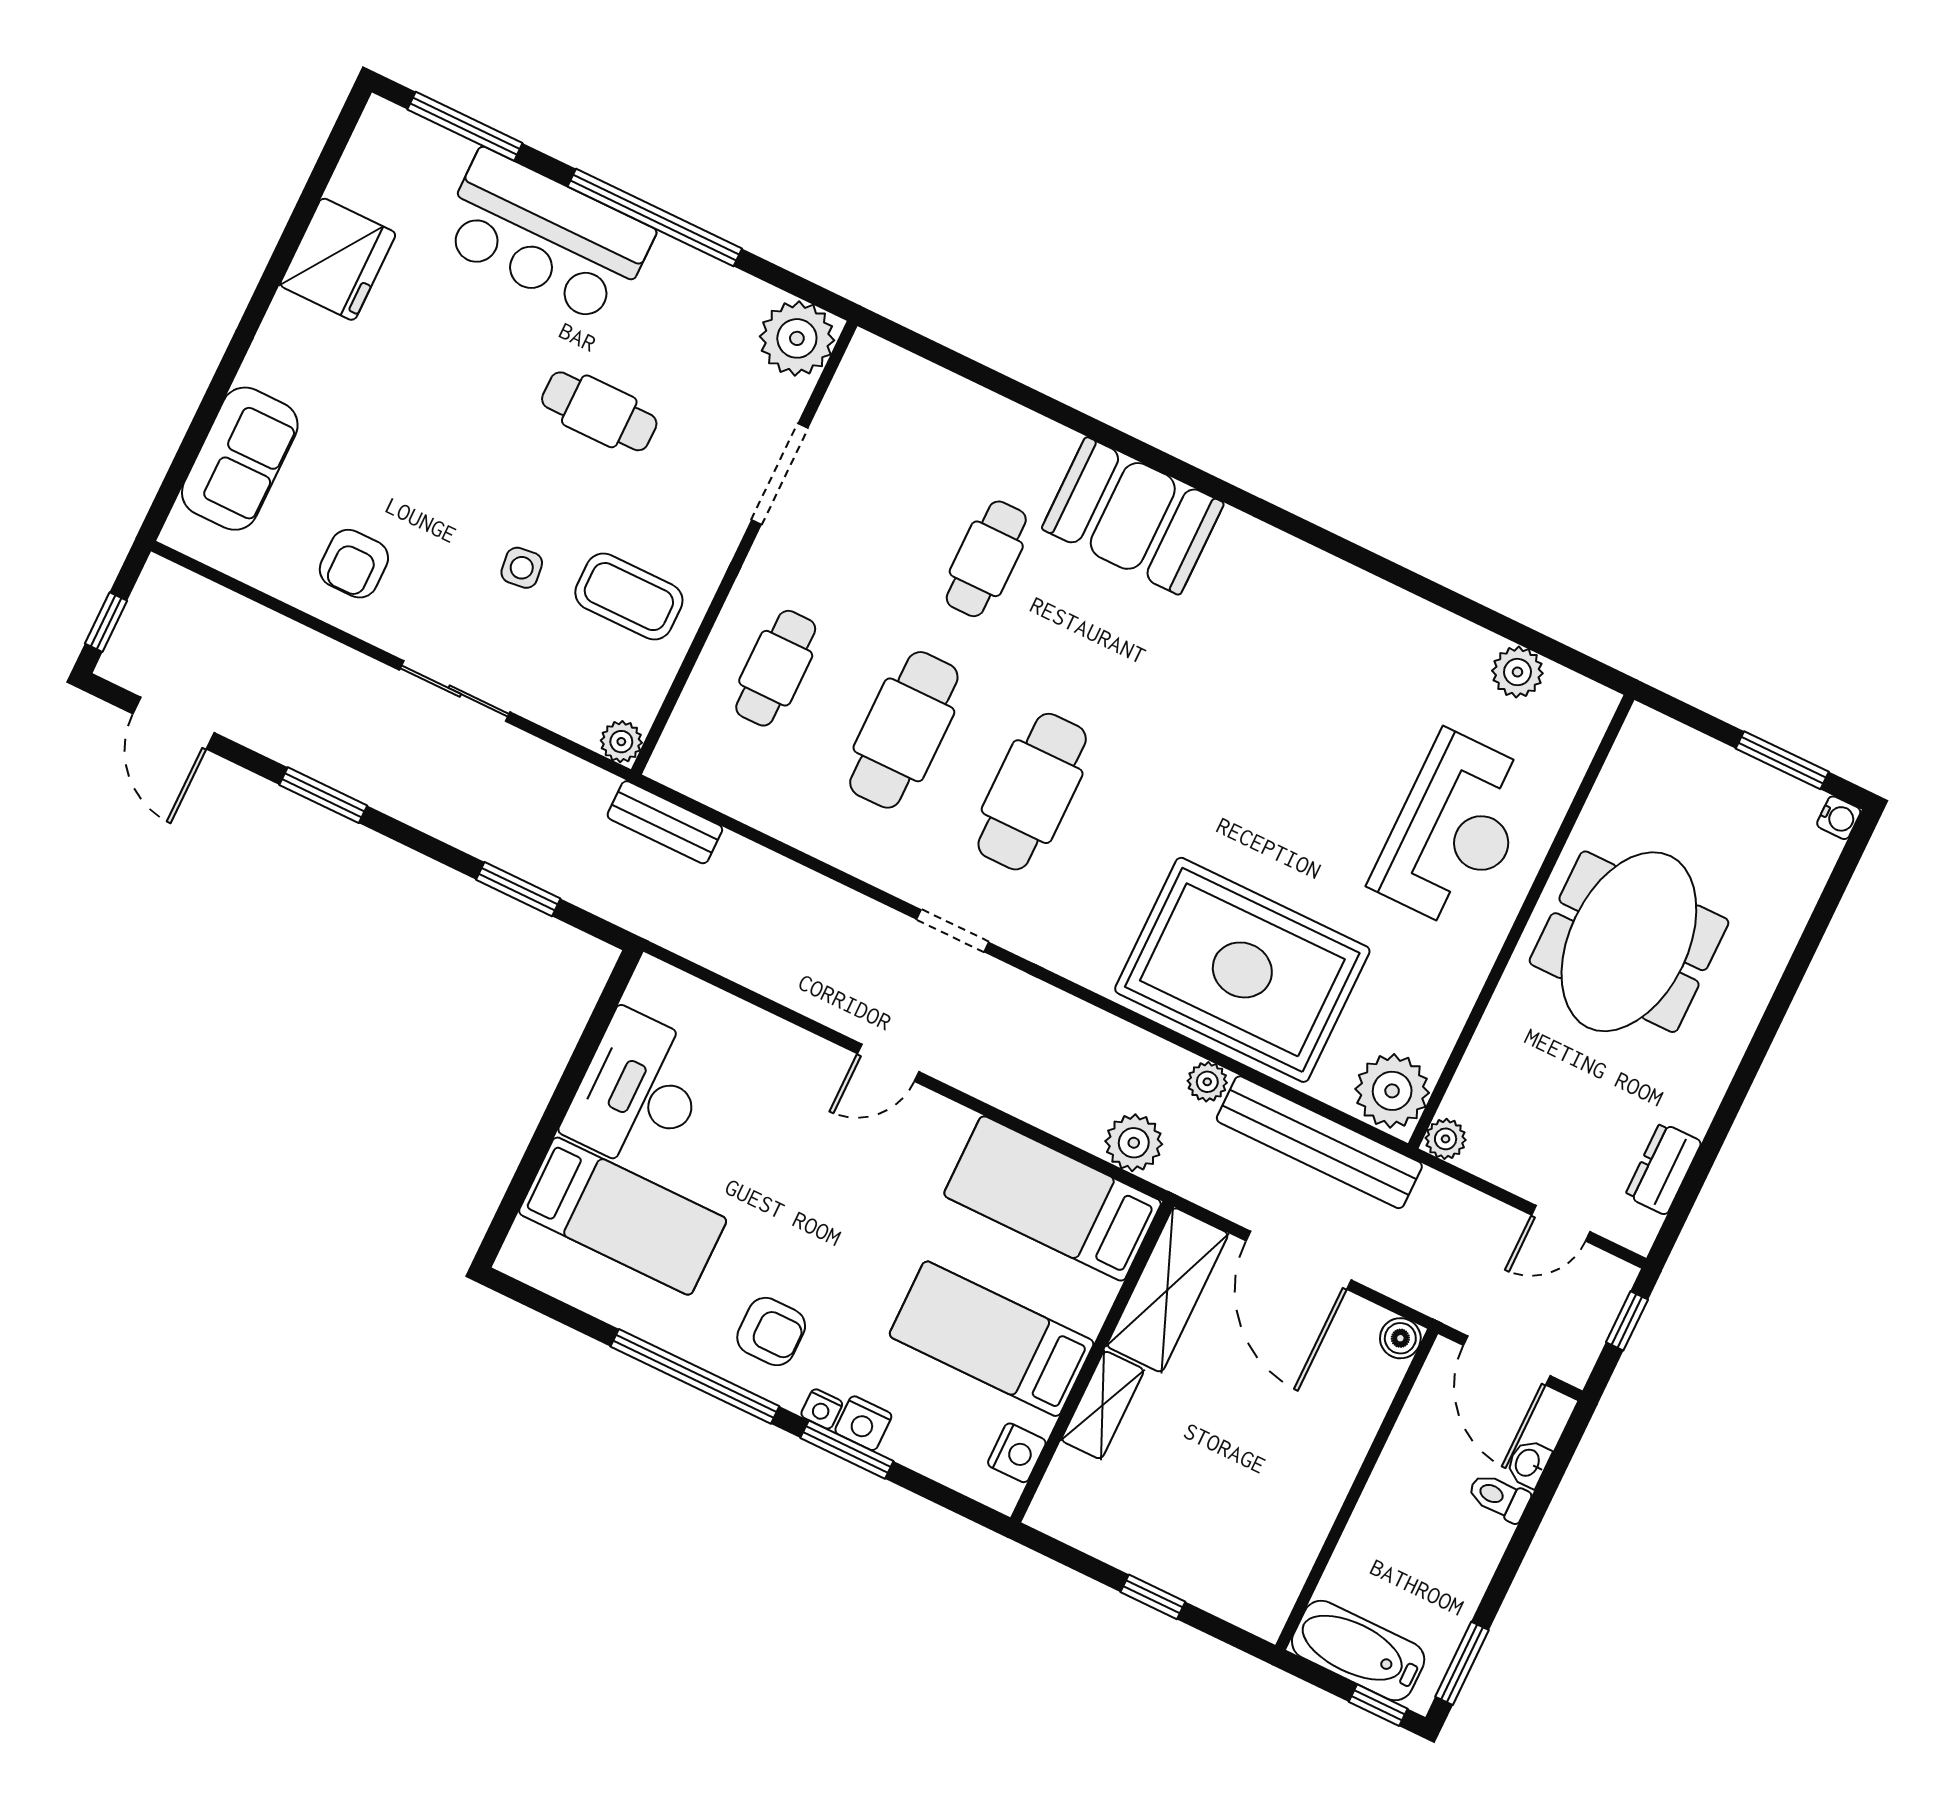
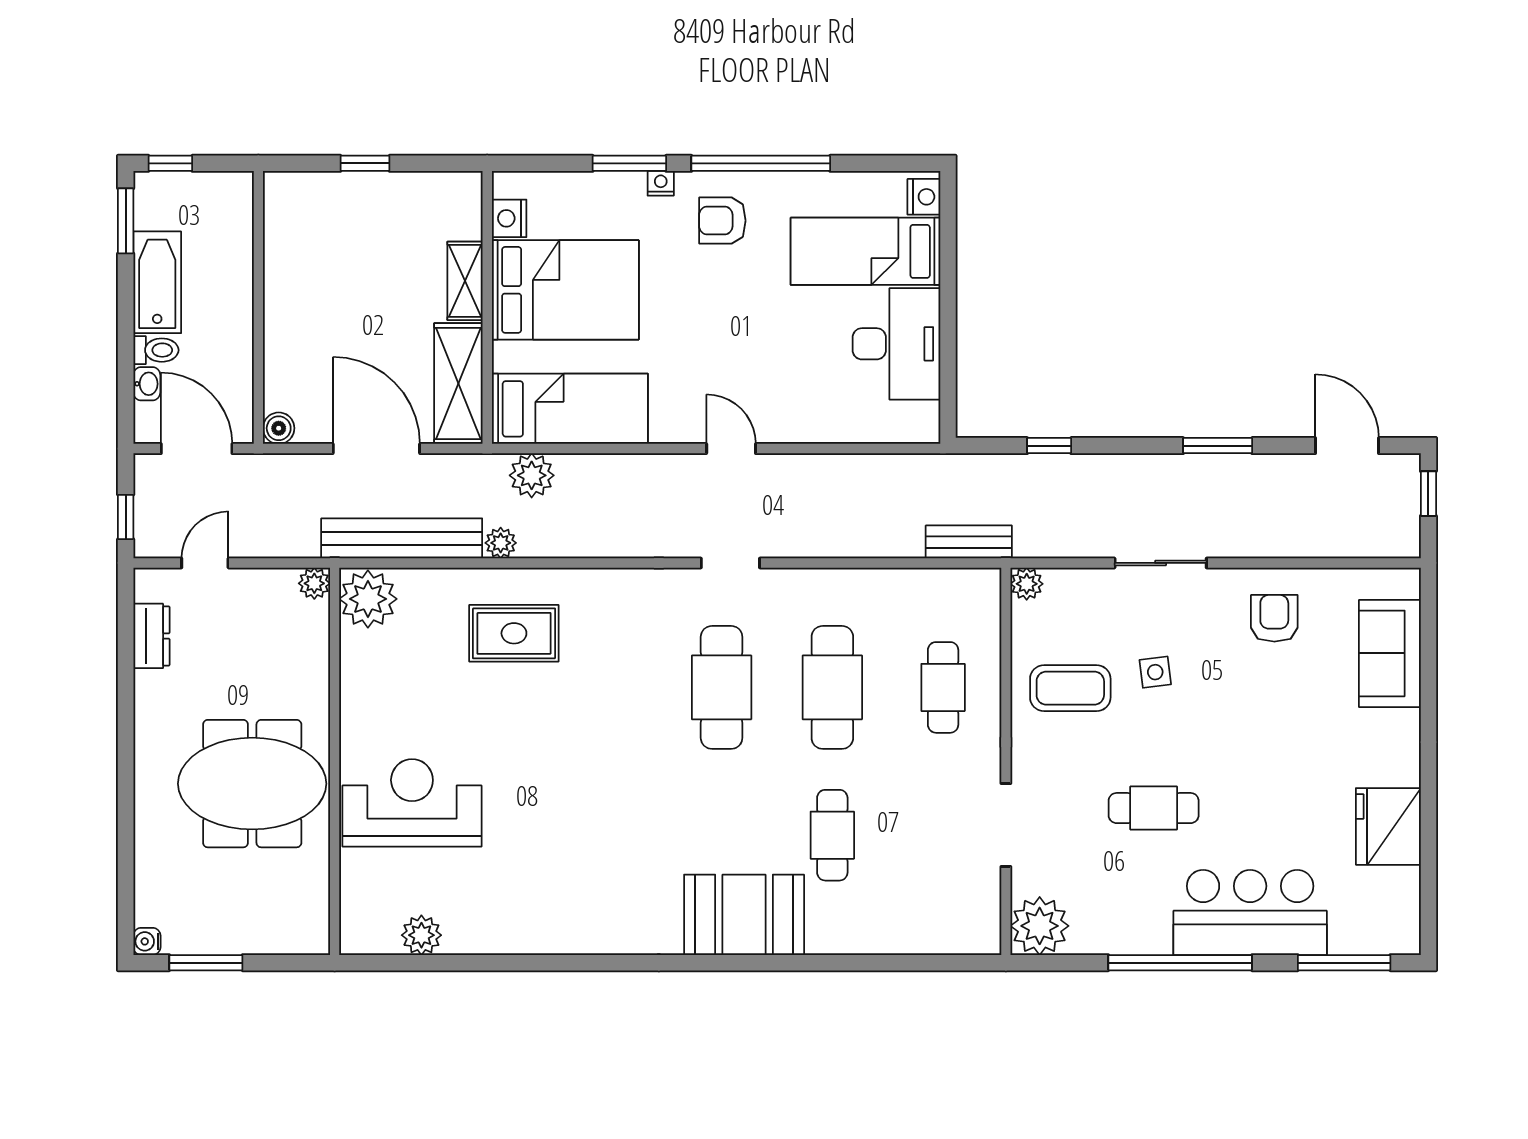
reception desk: (1455, 830) -> (412, 803), turned 90
window: (518, 889) -> (1049, 446), width x0.67
meeting table: (1629, 942) -> (252, 784), turned 90
rug: (1242, 970) -> (514, 633), width x0.54, depth x0.49
door: (888, 1063) -> (731, 449), hinge flipped
bed: (992, 1339) -> (565, 290), width x1.50
nightstand: (863, 1423) -> (924, 197), moved, turned 90
bathtub: (1358, 1651) -> (157, 282), moved, turned -90

